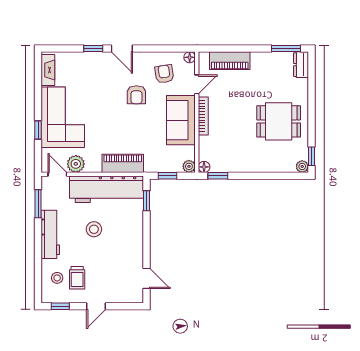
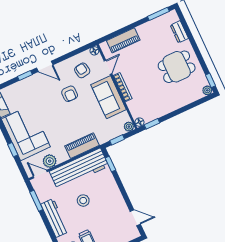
dresser: (301, 65) -> (179, 32), moved

